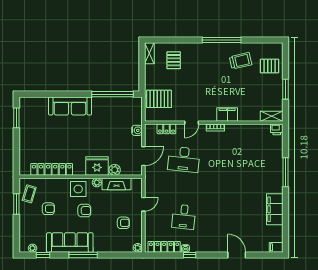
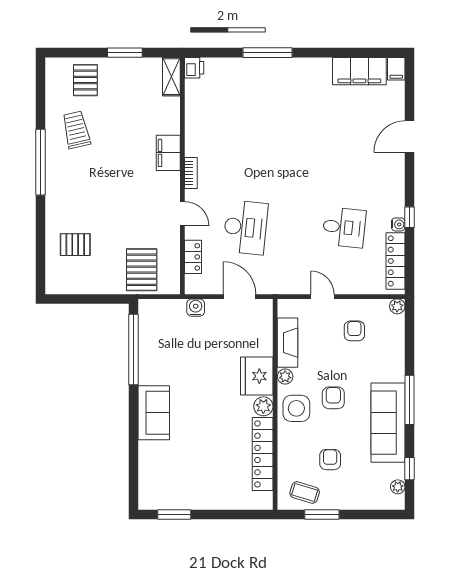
shelving: (149, 53) -> (63, 286), removed
sofa: (70, 106) -> (154, 413), width x0.73
plant: (115, 170) -> (263, 406), moved
filing cabinet: (275, 209) -> (359, 71), moved

